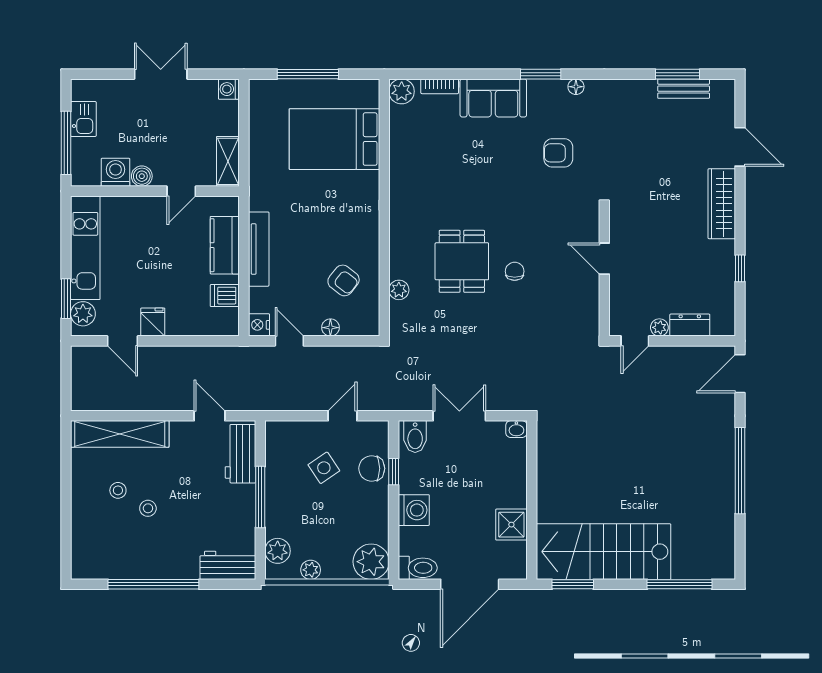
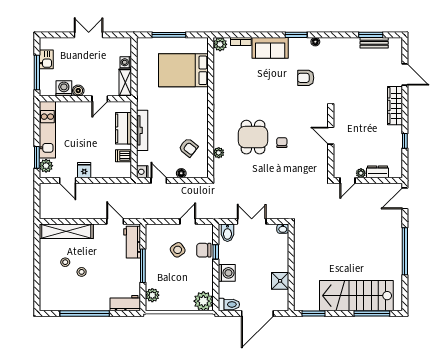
washing machine: (229, 89) -> (126, 62), moved
stairs: (604, 552) -> (356, 296), moved
plant: (311, 570) -> (170, 306), removed

